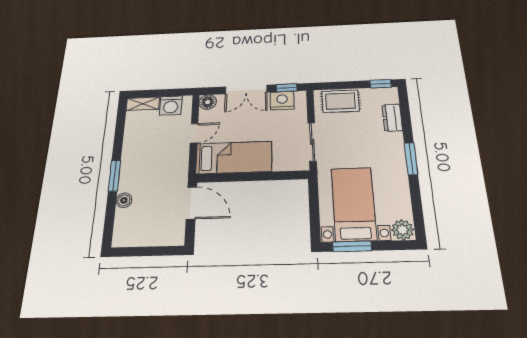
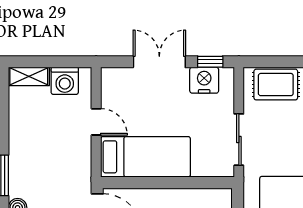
double door: (246, 89) -> (159, 62), swing flipped
floor lamp: (208, 102) -> (111, 78), removed
door: (194, 133) -> (96, 122), hinge flipped

